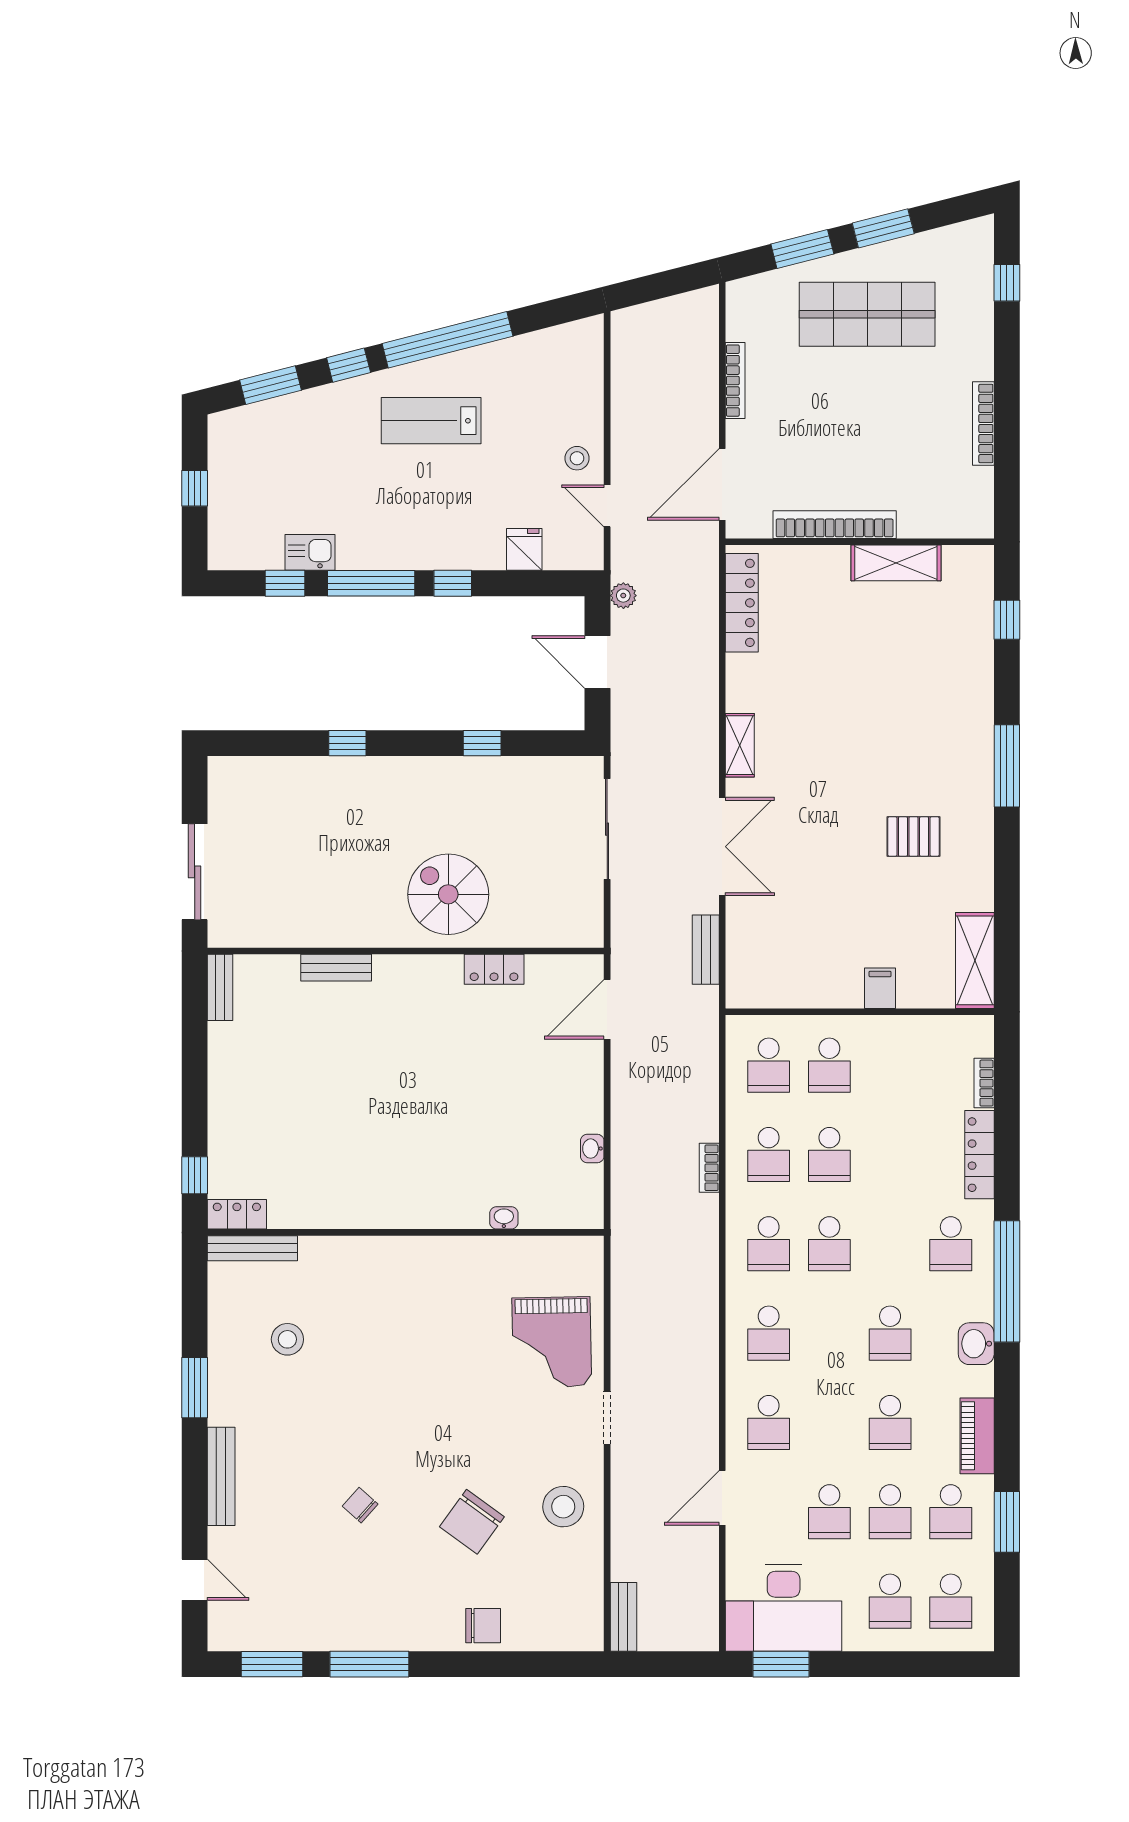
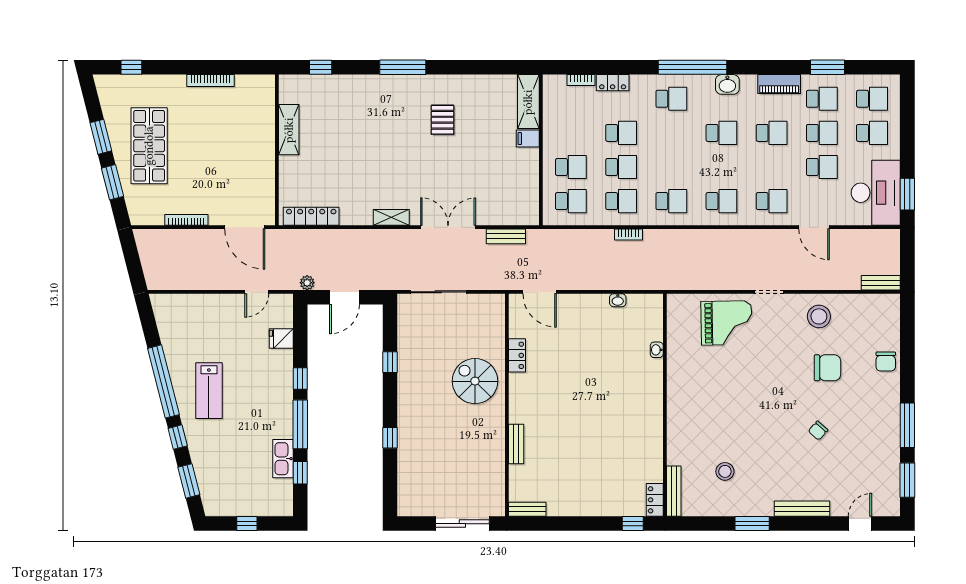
stool: (577, 458) -> (230, 309), removed
bookcase: (835, 525) -> (267, 164), removed
kitchen sink: (310, 552) -> (283, 459), width x1.38
spiral stairs: (448, 894) -> (475, 381), turned 90
shelving: (975, 960) -> (528, 102), moved, turned 90
locker: (979, 1155) -> (613, 83), width x0.66
school desk: (829, 1244) -> (621, 133), moved
chair: (472, 1522) -> (827, 368), turned -36
chair: (483, 1626) -> (886, 361), turned 180

